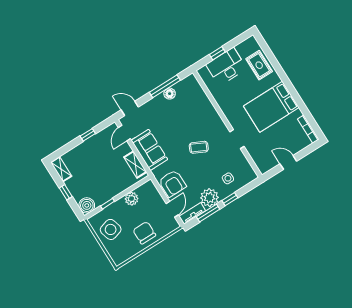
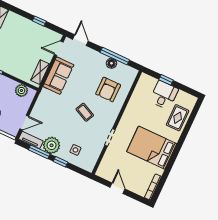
desk: (226, 67) -> (164, 95), width x0.73
armchair: (172, 183) -> (108, 89), moved
plant: (132, 199) -> (21, 90), moved

